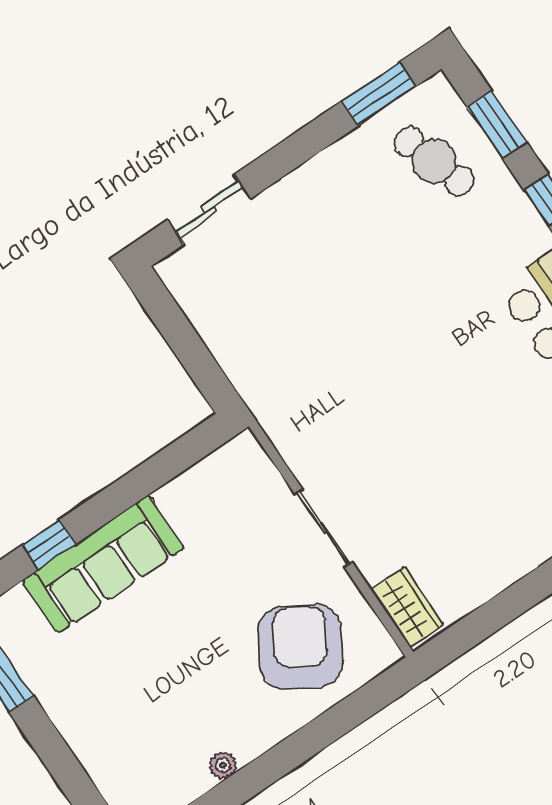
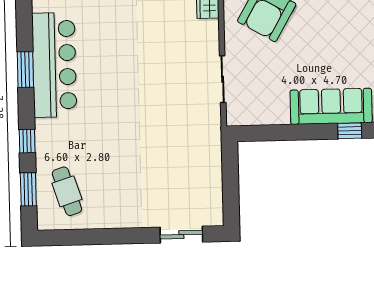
window: (379, 94) -> (72, 237), removed
sliding door: (323, 528) -> (223, 79), moved

